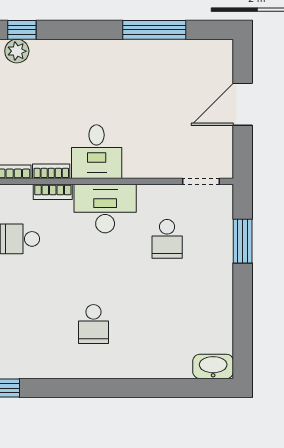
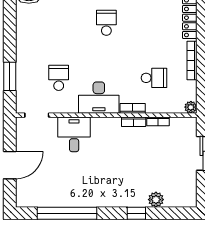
window: (22, 30) -> (136, 213), moved
window: (154, 30) -> (67, 213), width x1.46
desk: (97, 152) -> (74, 134), moved

